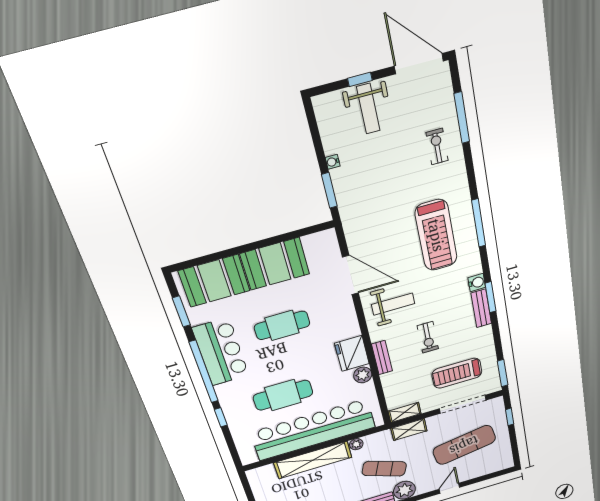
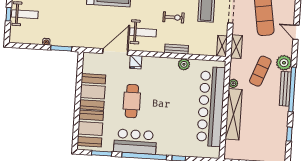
weight bench: (393, 304) -> (143, 32), turned 90
fridge: (352, 353) -> (136, 62), moved, width x0.53, depth x0.75
cafe table: (283, 395) -> (179, 116), removed

